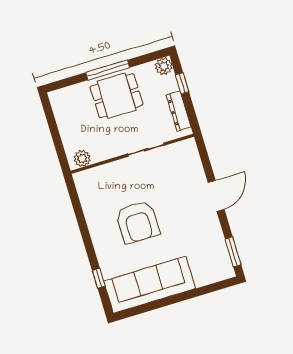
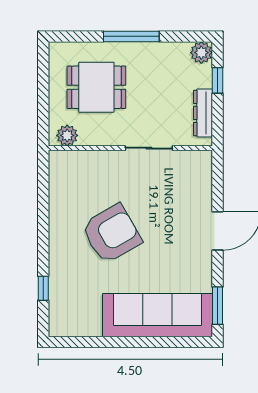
dining table: (117, 96) -> (96, 87), moved
armchair: (138, 222) -> (112, 234), turned -120
sofa: (150, 285) -> (157, 315), moved

